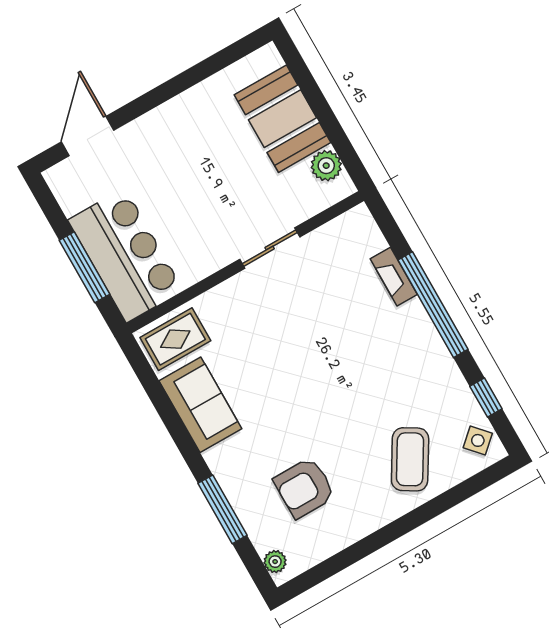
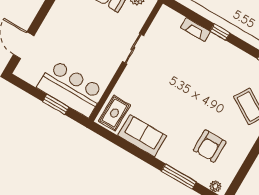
window: (84, 267) -> (56, 104), width x0.69
window: (433, 305) -> (220, 32), width x0.32

